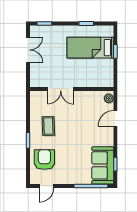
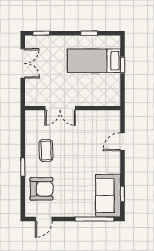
plant: (109, 98) -> (115, 119), removed
armchair: (44, 160) -> (41, 189), turned 90

